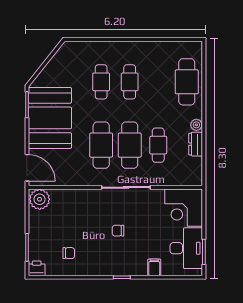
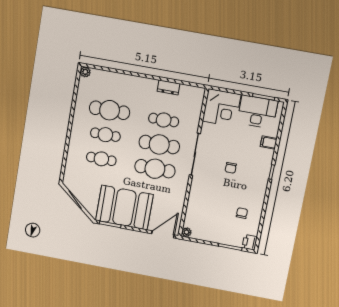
cafe table: (187, 82) -> (110, 110), moved
plant: (196, 125) -> (85, 72), moved
plant: (40, 199) -> (187, 232), width x0.53, depth x0.53

